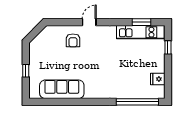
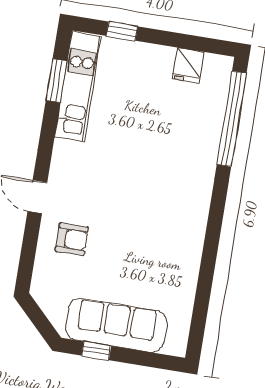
window: (26, 71) -> (96, 351), moved
sofa: (62, 89) -> (116, 325), moved, turned 90

